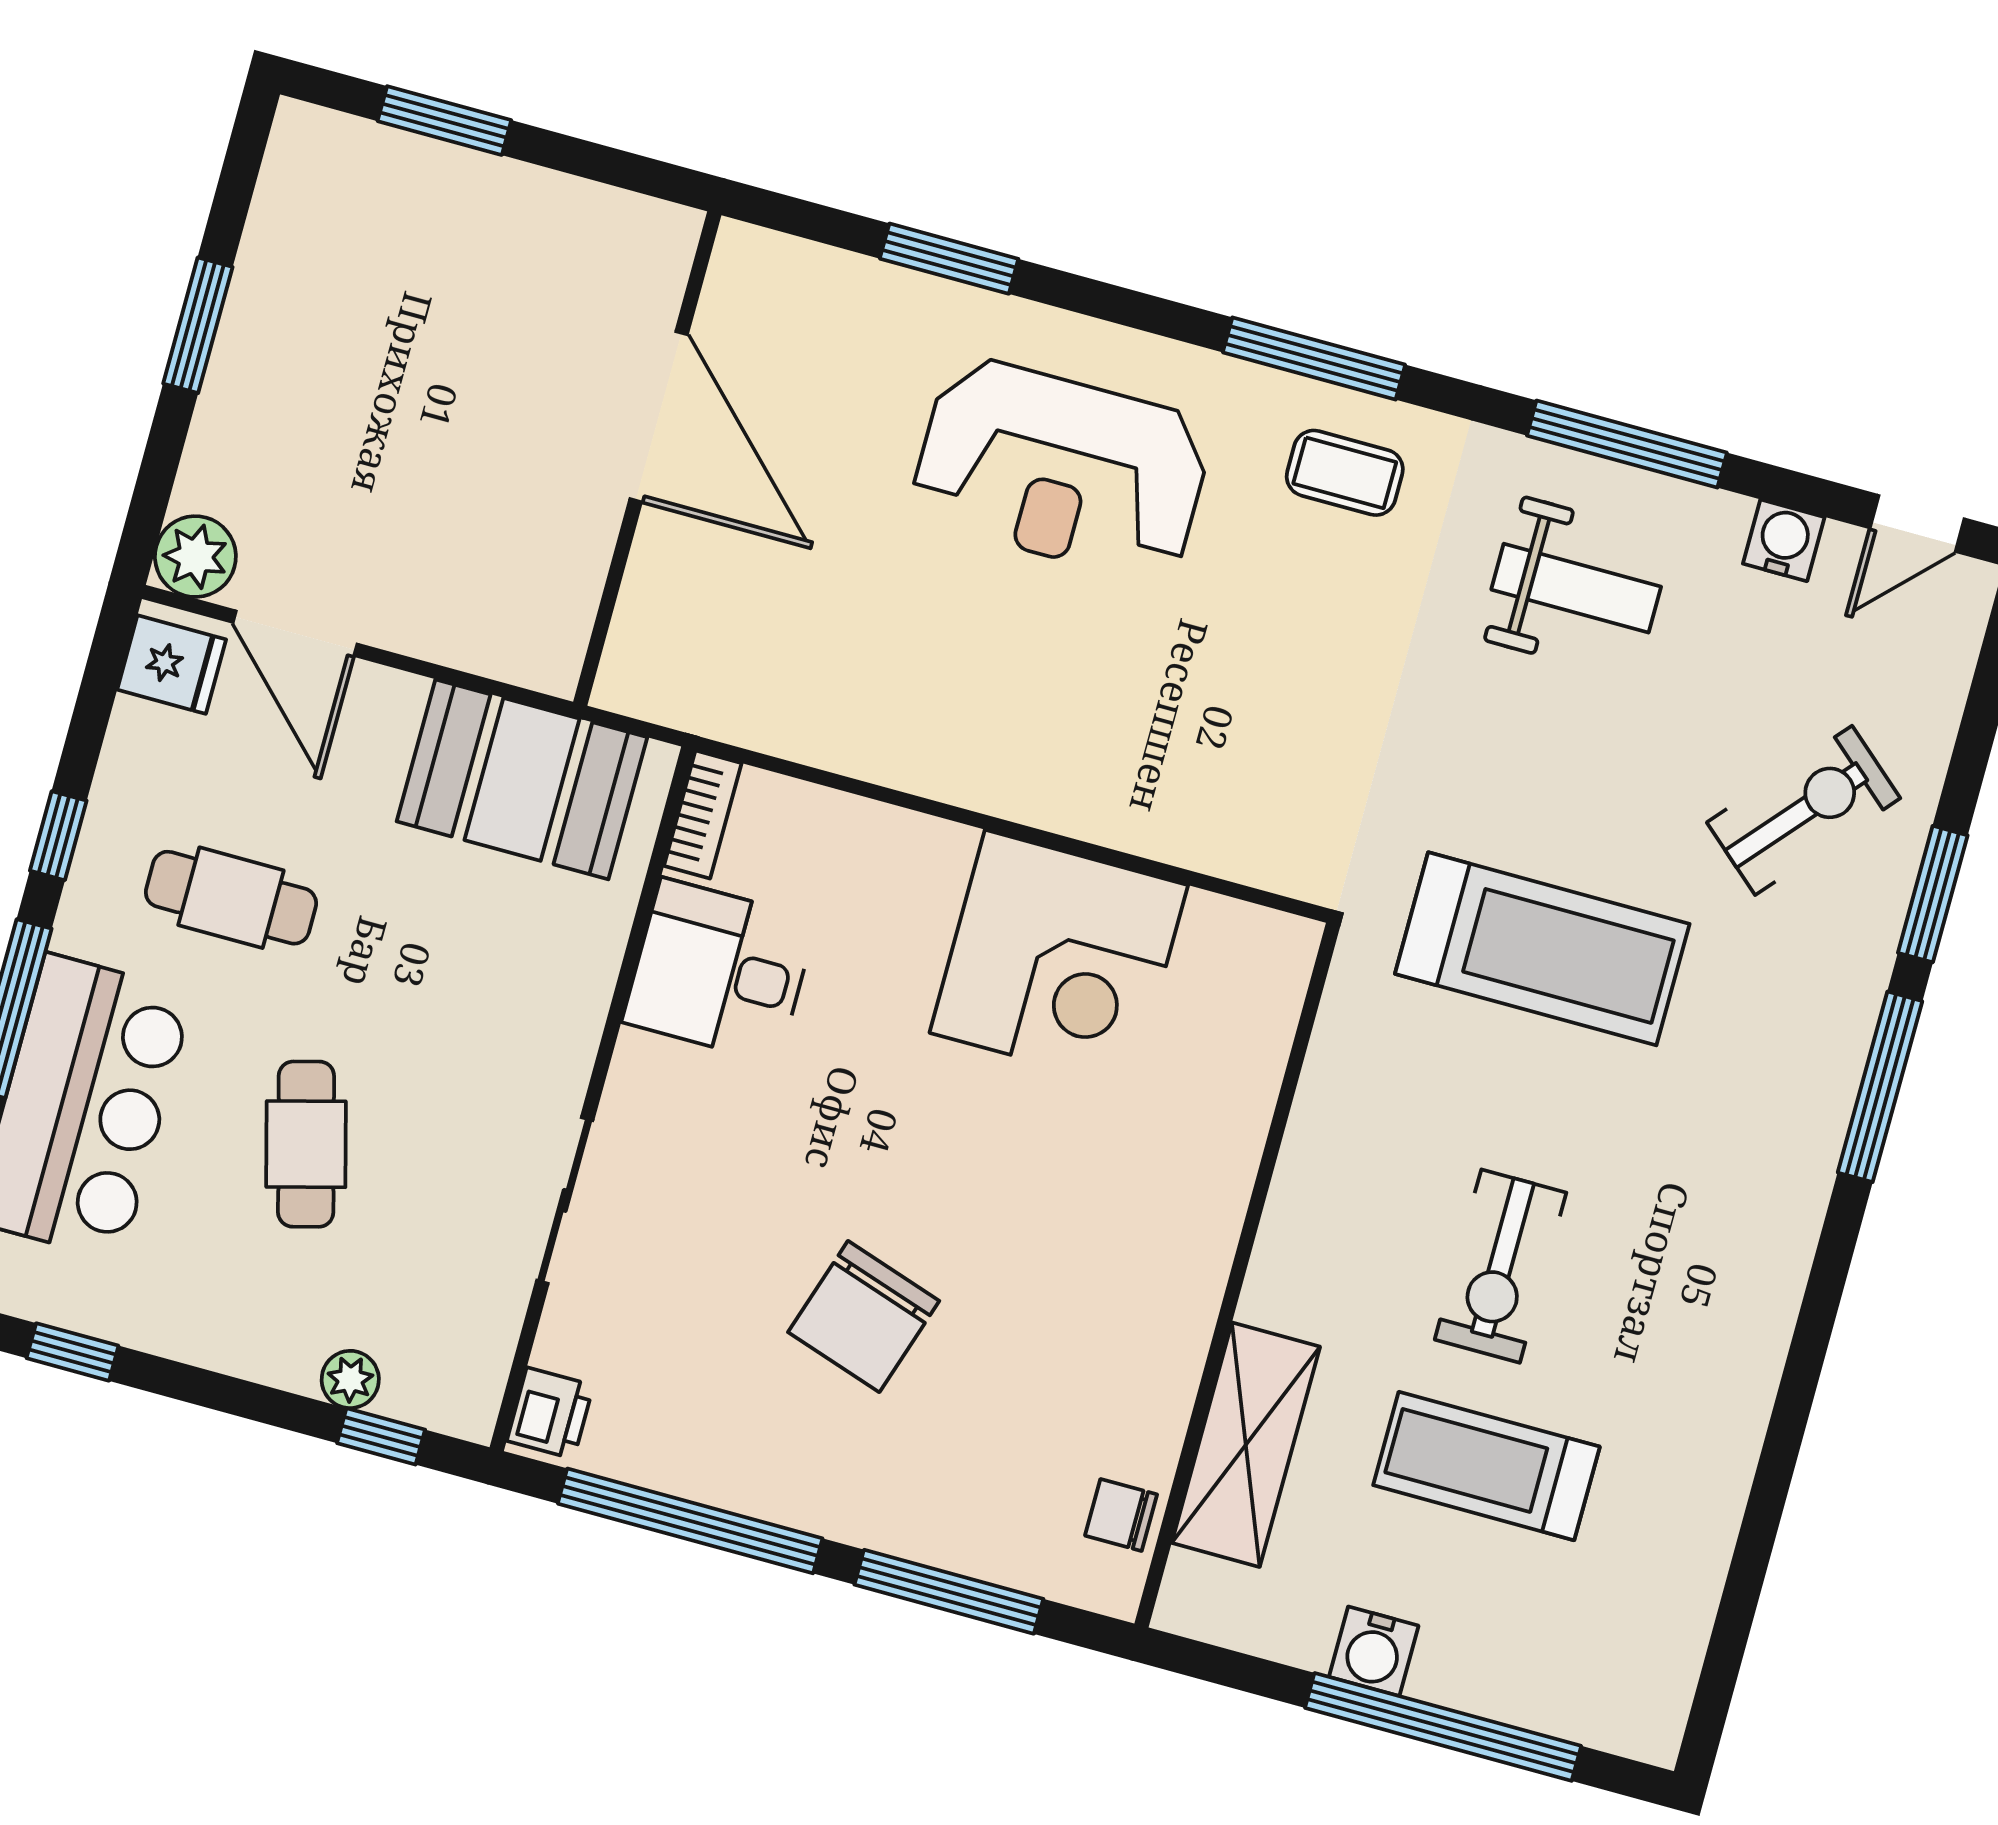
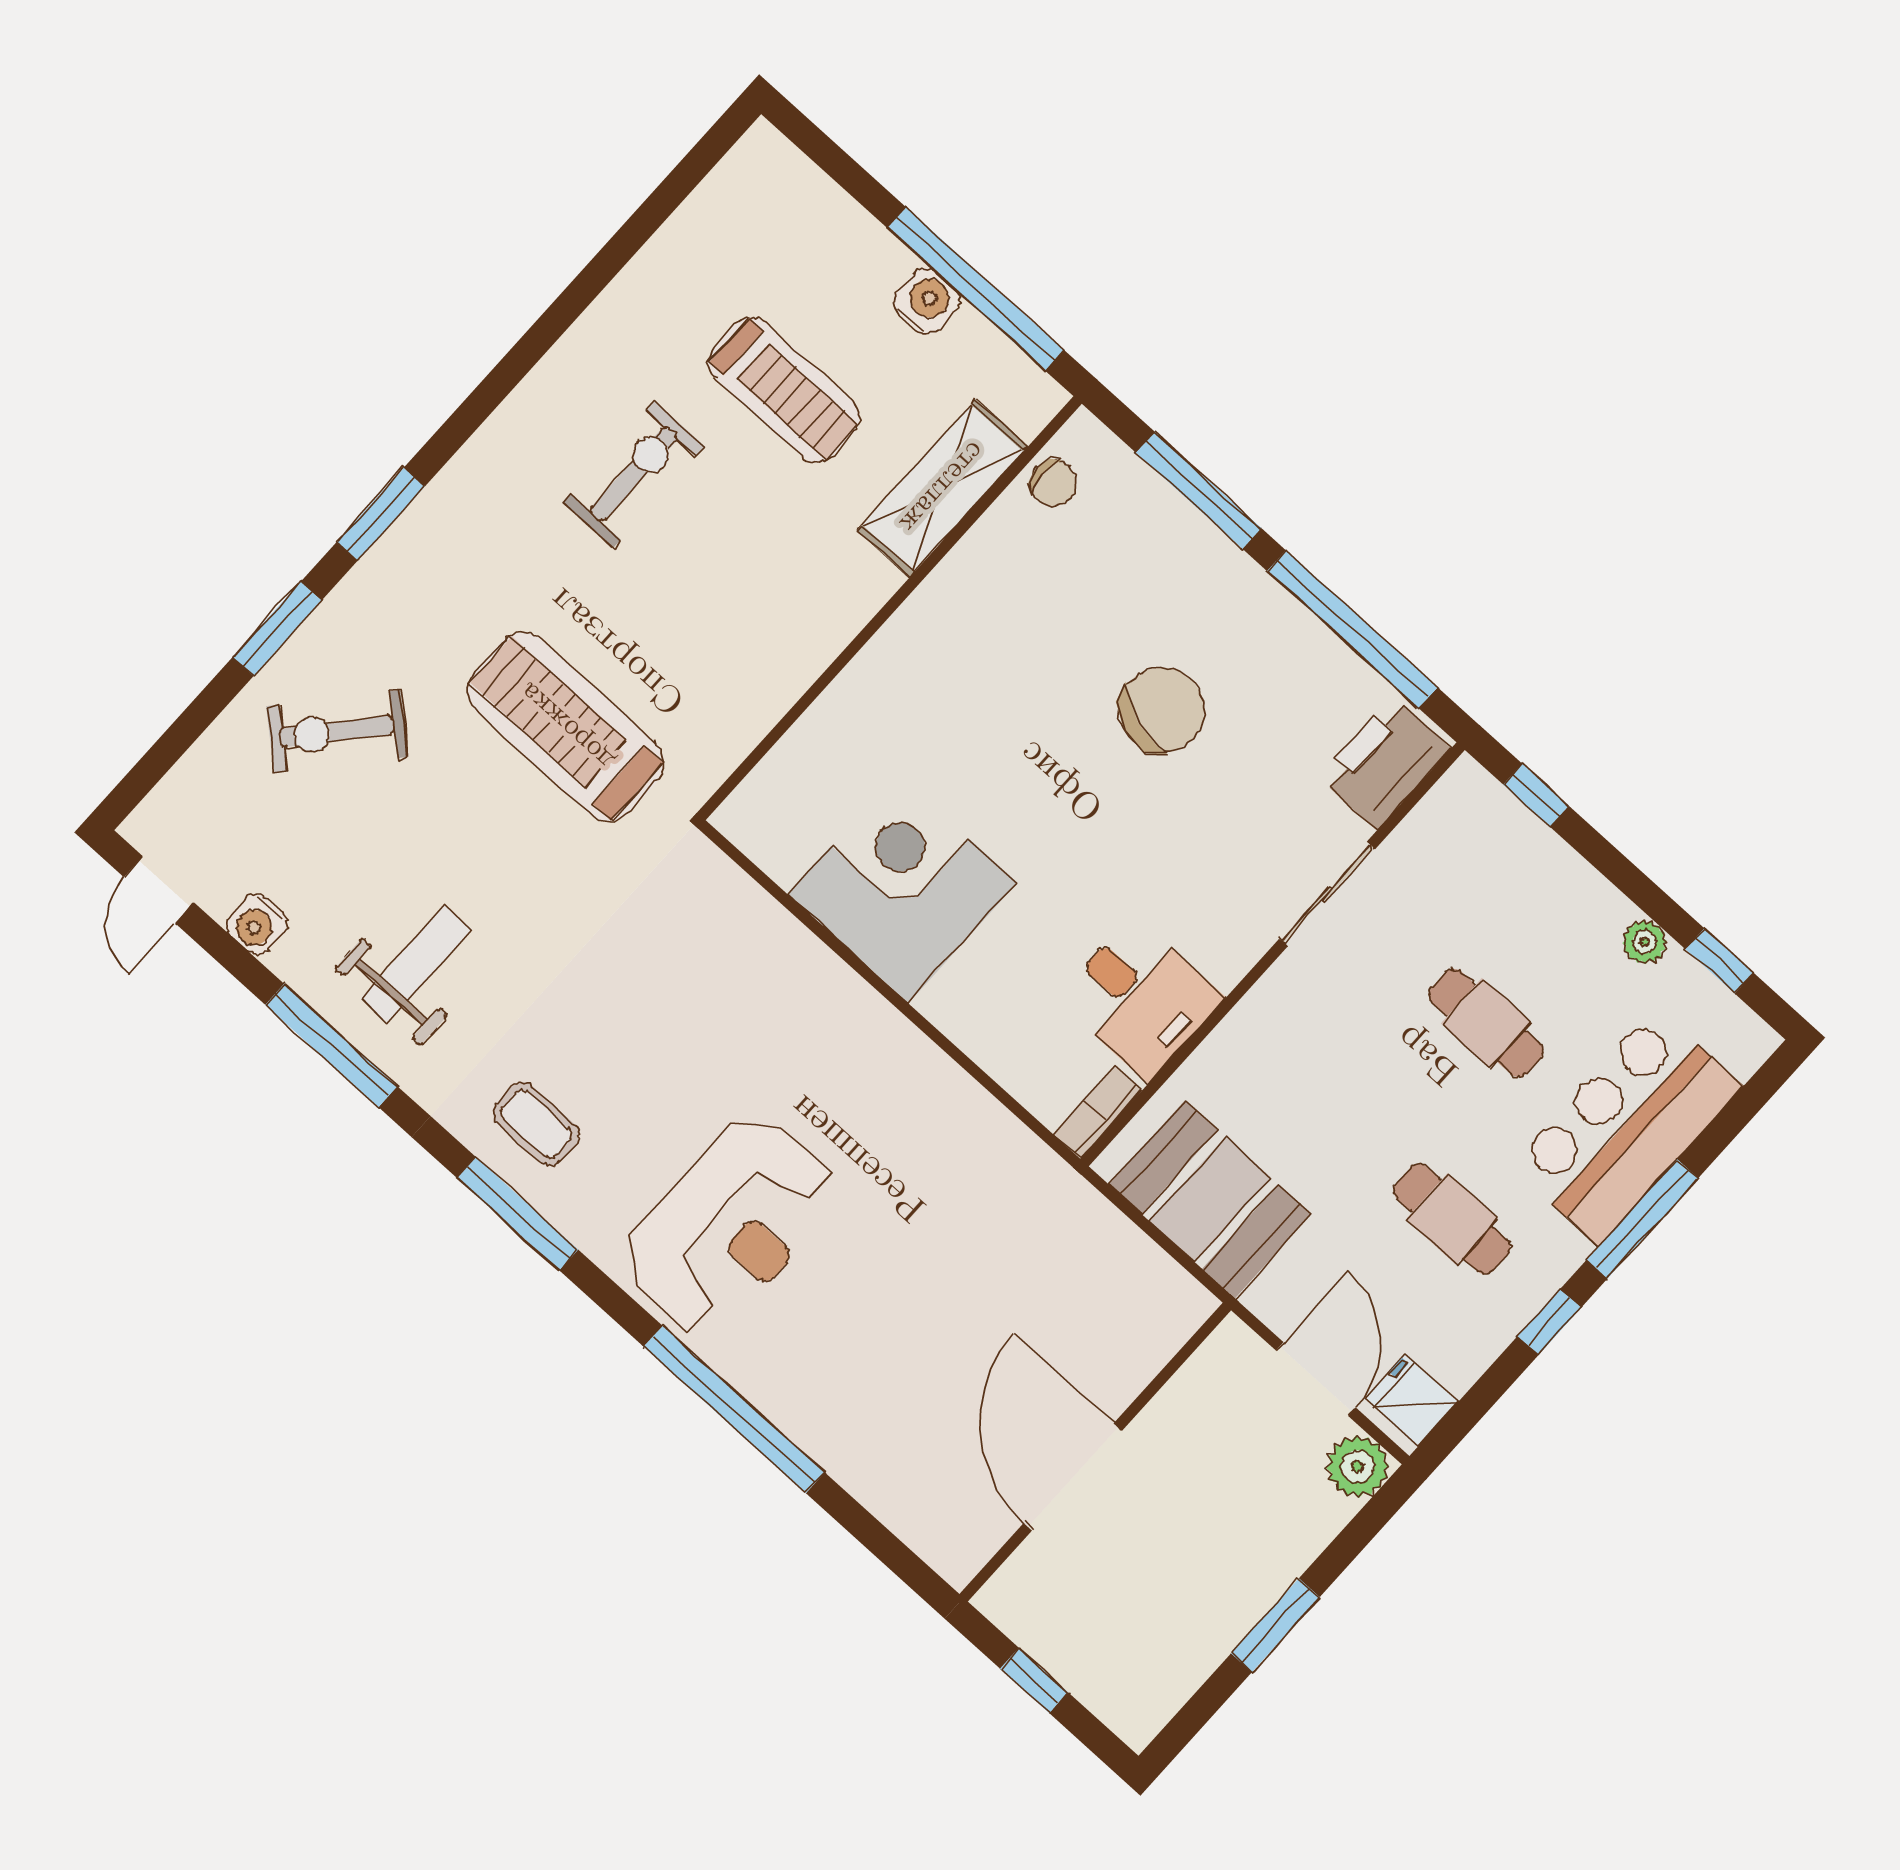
window: (444, 121) -> (1034, 1681), width x0.67
window: (949, 259) -> (734, 1410), width x2.11
door: (659, 417) -> (1073, 1477), moved
wall: (647, 459) -> (1095, 1452), moved
reception desk: (1061, 469) -> (730, 1225), turned 90
door: (1917, 523) -> (159, 890), swing flipped
weight bench: (1576, 588) -> (416, 964), turned 90
window: (1880, 1087) -> (381, 514), width x0.69
cafe table: (306, 1144) -> (1486, 1023), turned -75
exercise bike: (1501, 1266) -> (634, 474), moved
plant: (350, 1379) -> (1644, 942), moved
printer: (550, 1413) -> (1385, 763), width x1.87, depth x1.48
window: (1443, 1727) -> (976, 289), moved

